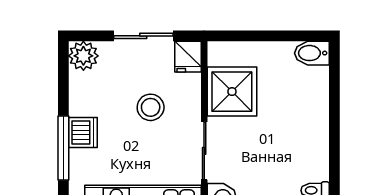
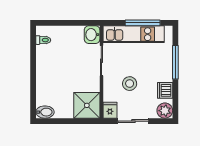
shower: (232, 92) -> (87, 105), moved
dishwasher: (83, 133) -> (165, 90), moved

